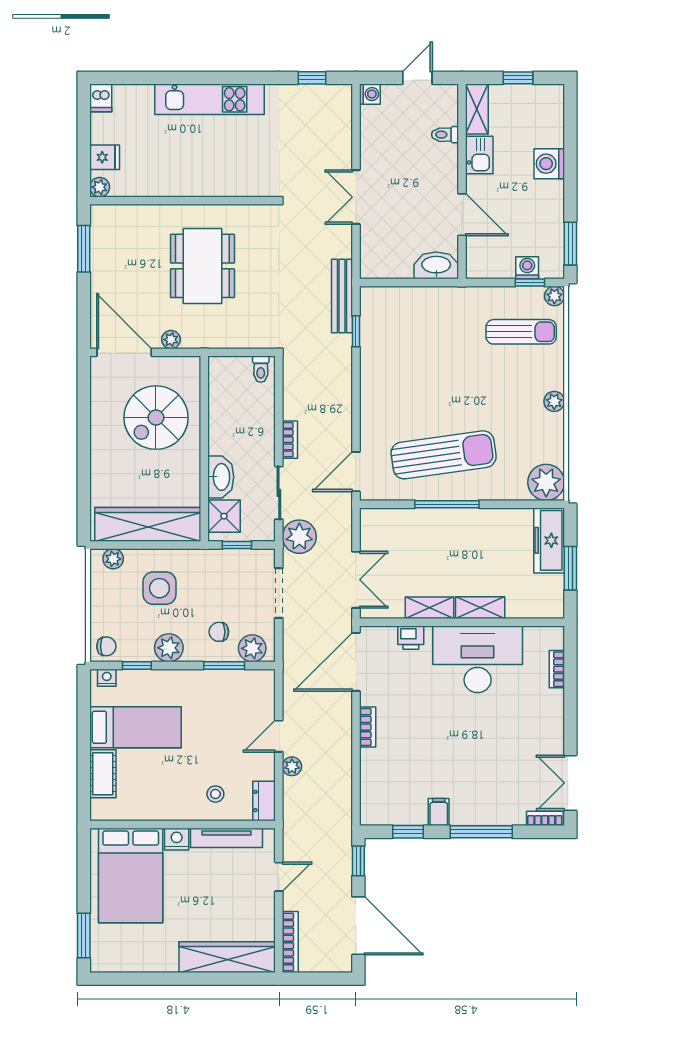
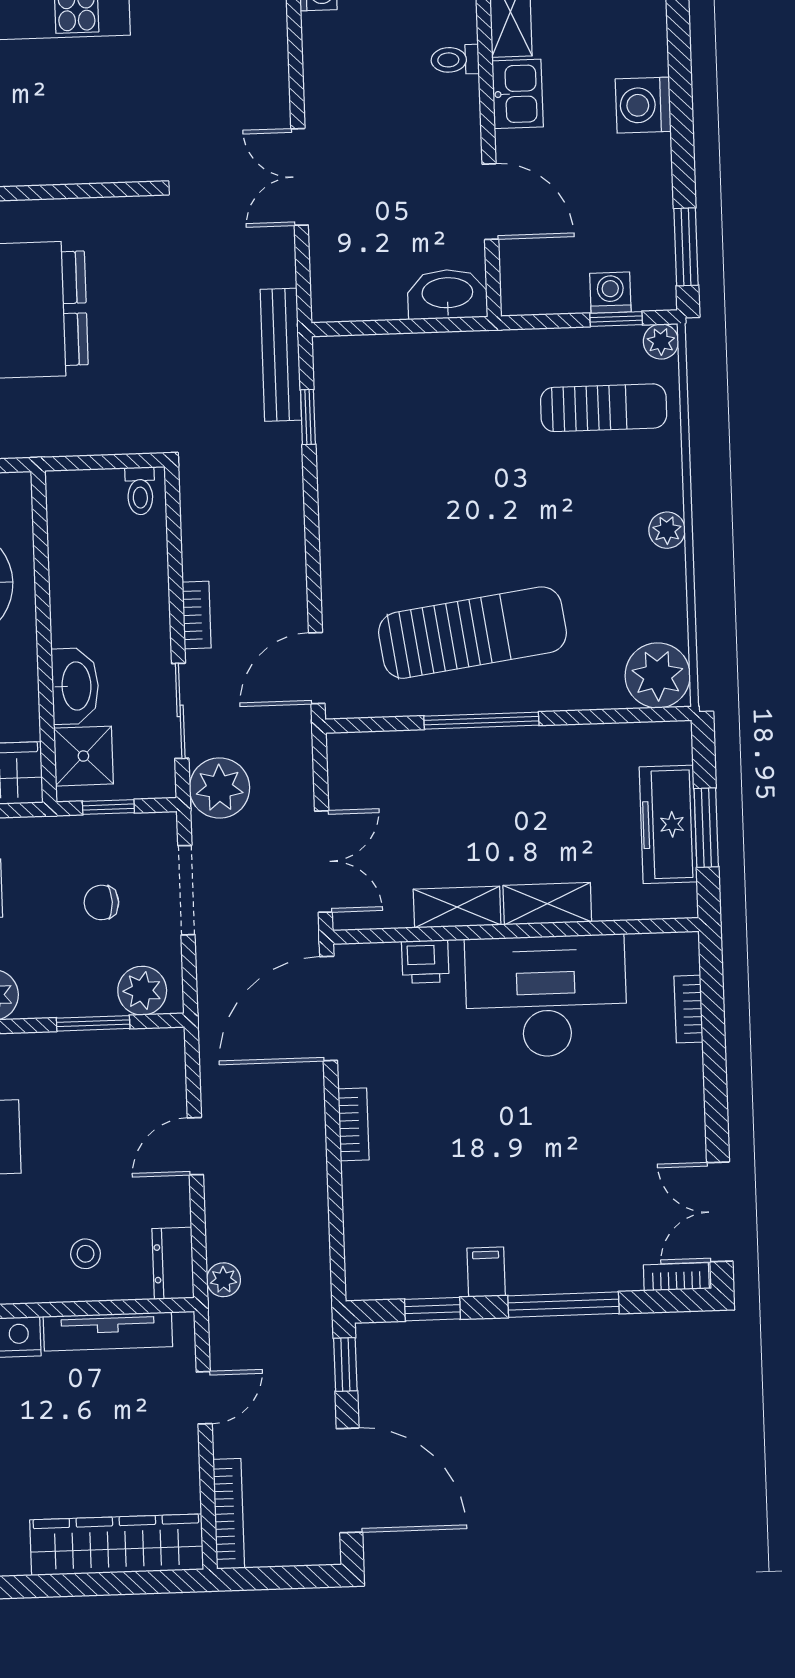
freezer: (549, 540) -> (668, 824), moved
chair: (219, 632) -> (101, 902), moved
plant: (292, 766) -> (223, 1280), moved

